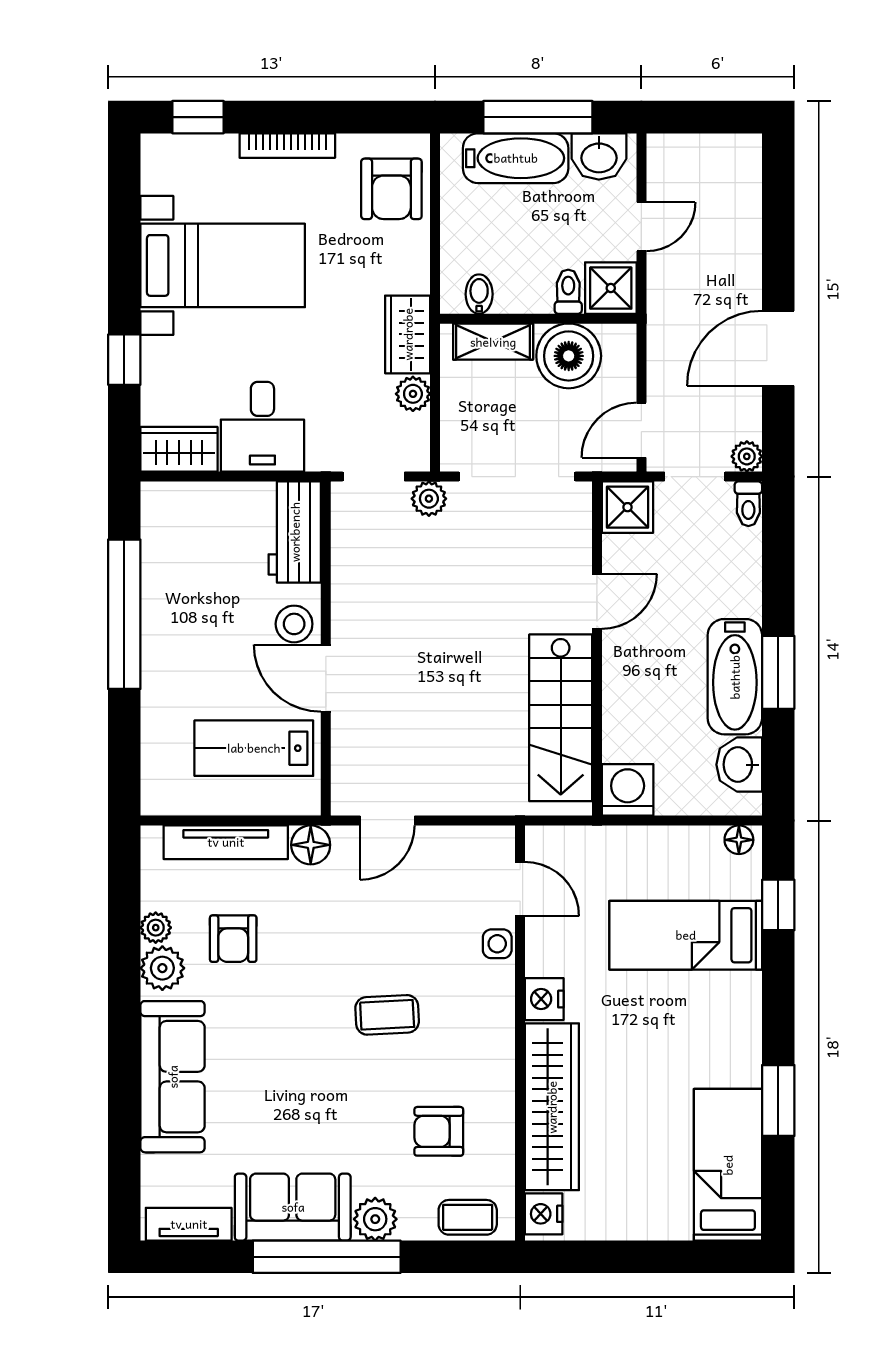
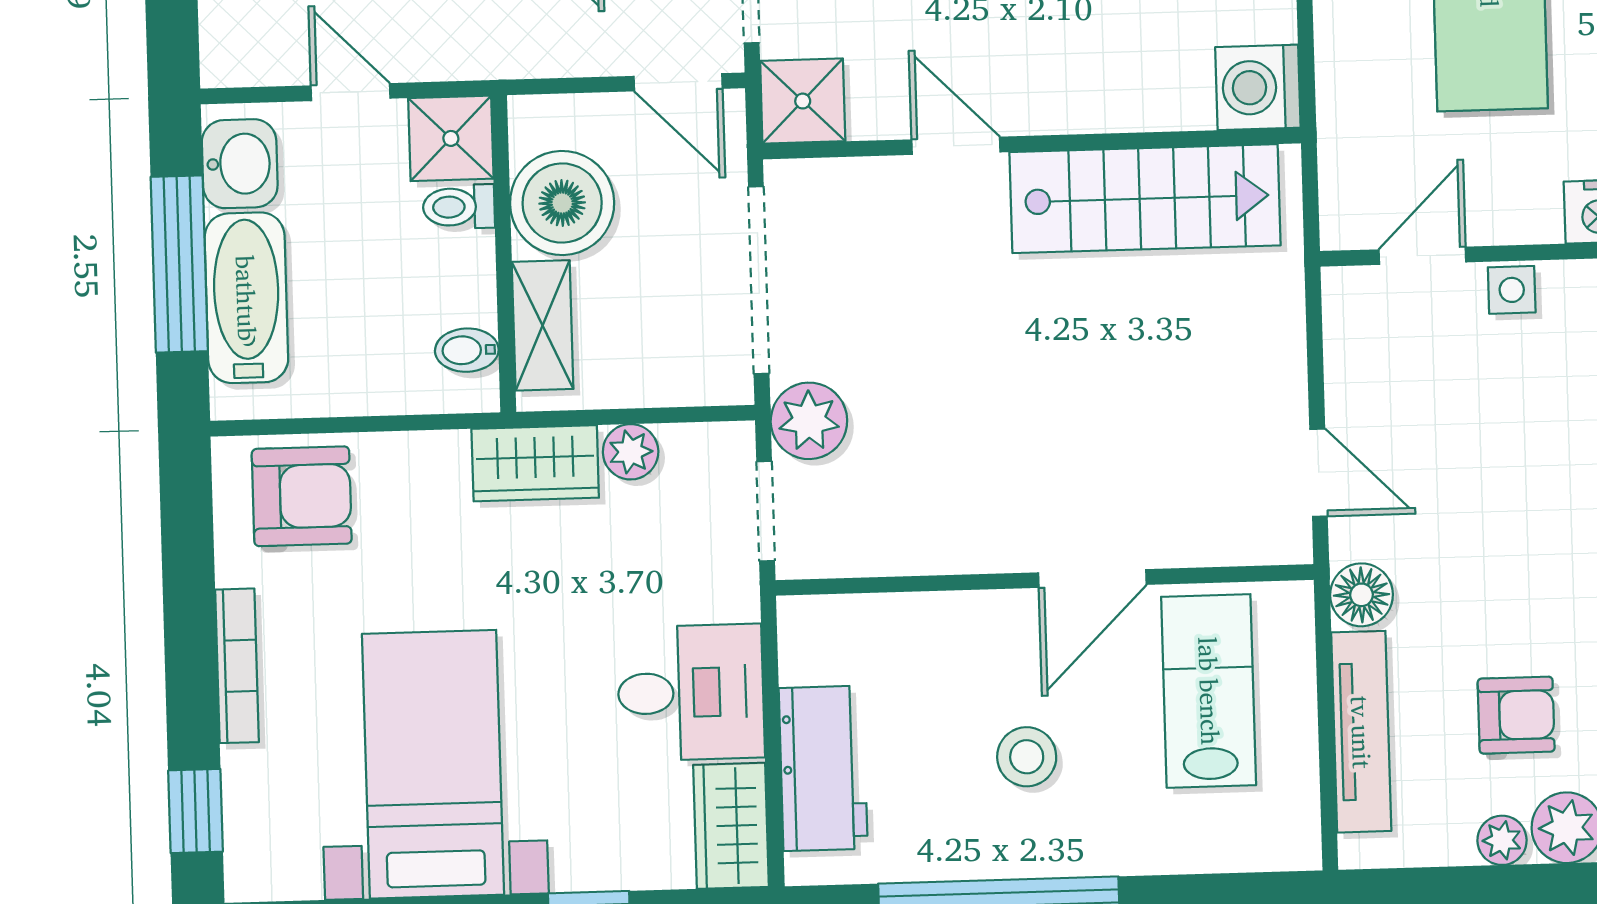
plant: (429, 499) -> (809, 421), width x1.38, depth x1.38
workbench: (295, 532) -> (823, 768), moved, turned -90
stool: (294, 624) -> (1027, 757), moved
lab bench: (254, 748) -> (1209, 691), turned 180

